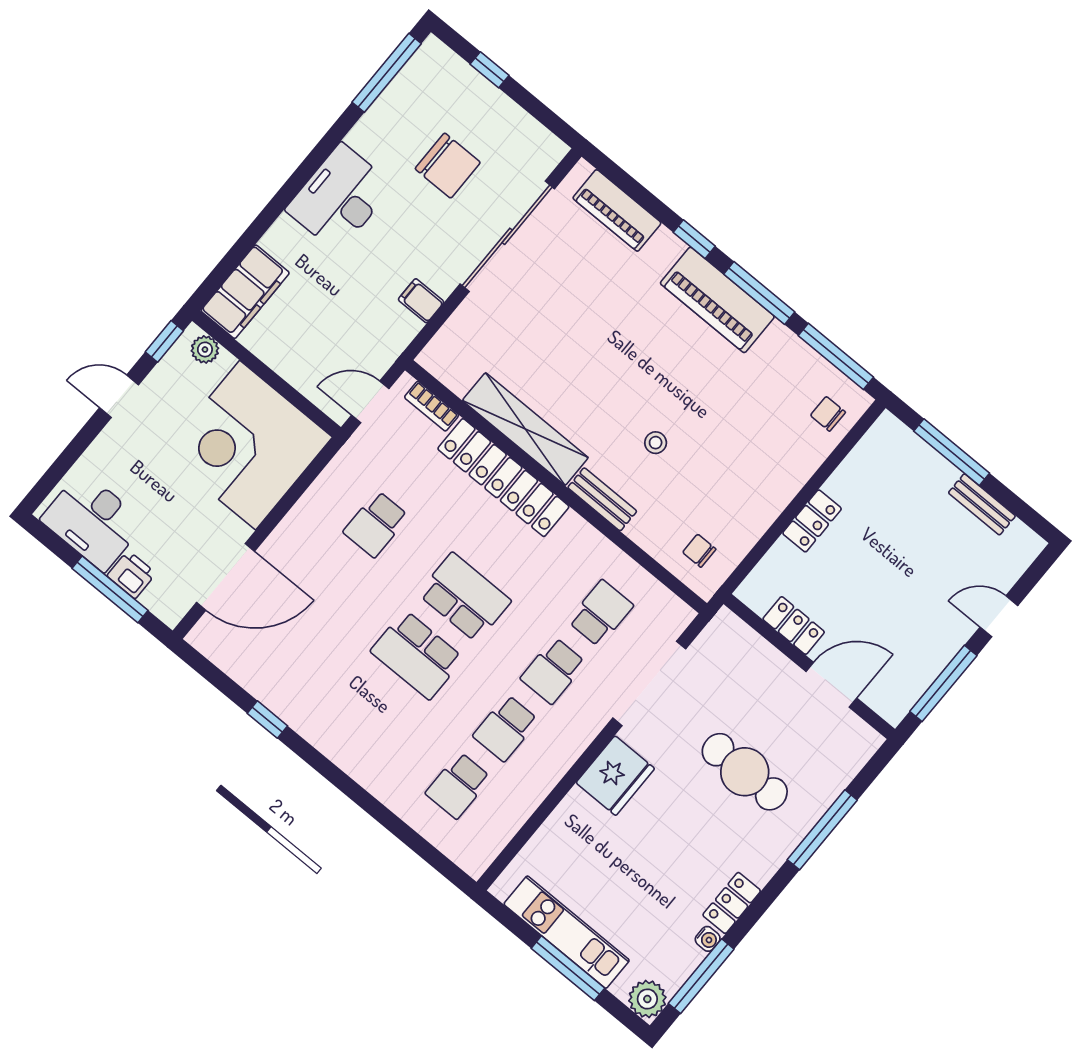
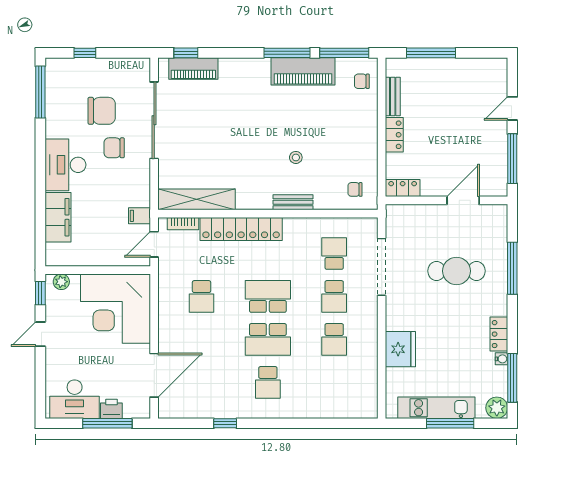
chair: (424, 229) -> (114, 148), added
window: (694, 239) -> (186, 53), moved
filing cabinet: (245, 292) -> (58, 217), moved
piano: (717, 300) -> (303, 71), moved
filing cabinet: (421, 301) -> (139, 216), moved
shelving: (525, 429) -> (196, 199), moved
bench: (982, 504) -> (393, 96), moved, turned 90
locker: (794, 626) -> (403, 188), moved
fridge: (615, 776) -> (400, 349), moved
school desk: (458, 785) -> (268, 382), moved

